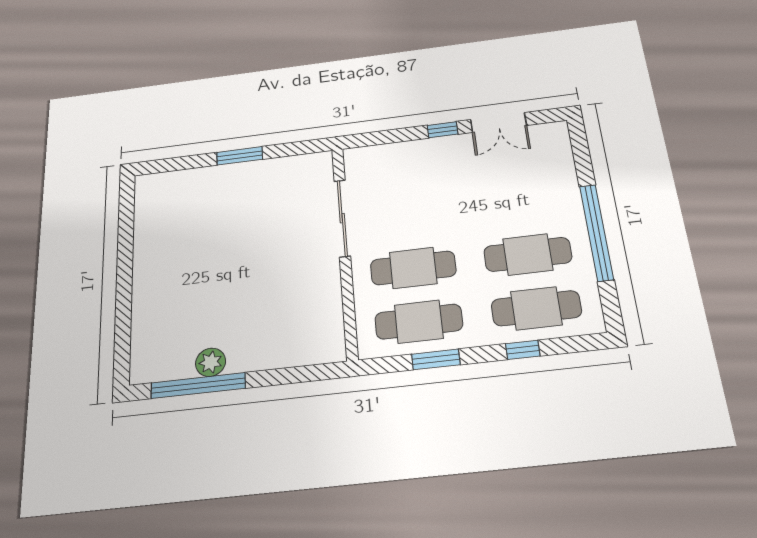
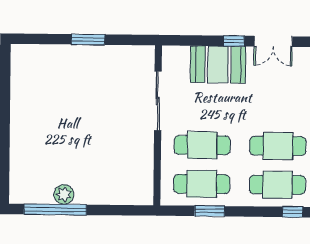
booth: (424, 161) -> (218, 64), added
window: (523, 350) -> (293, 212), moved

